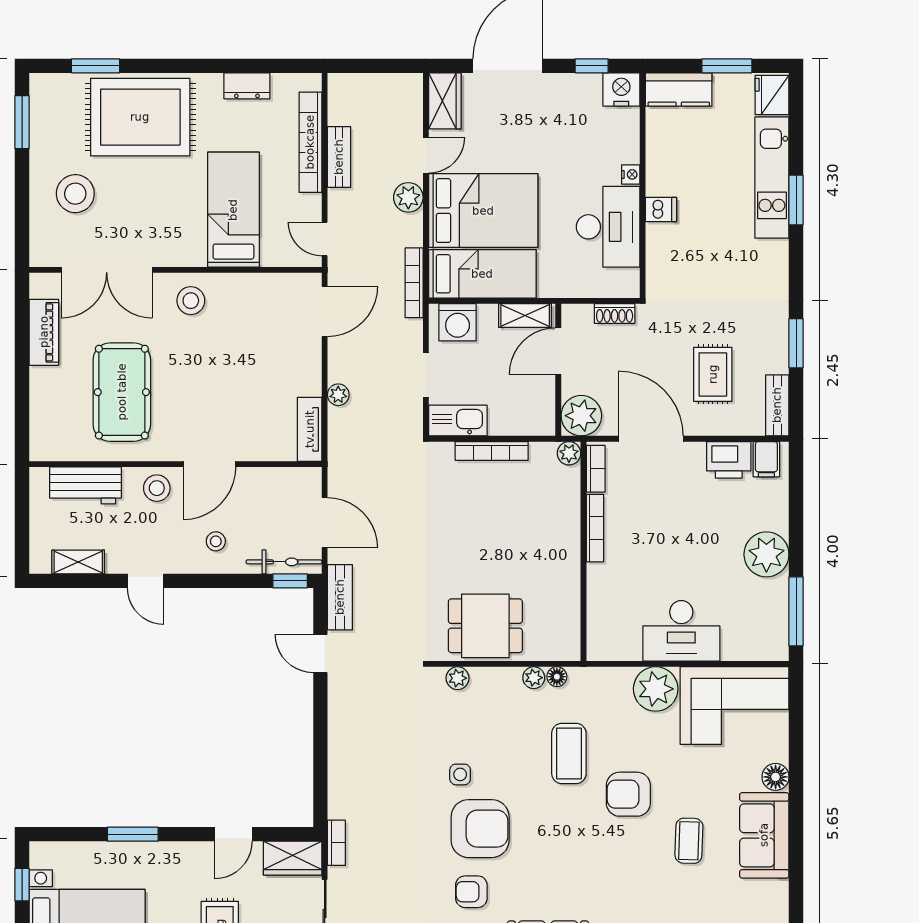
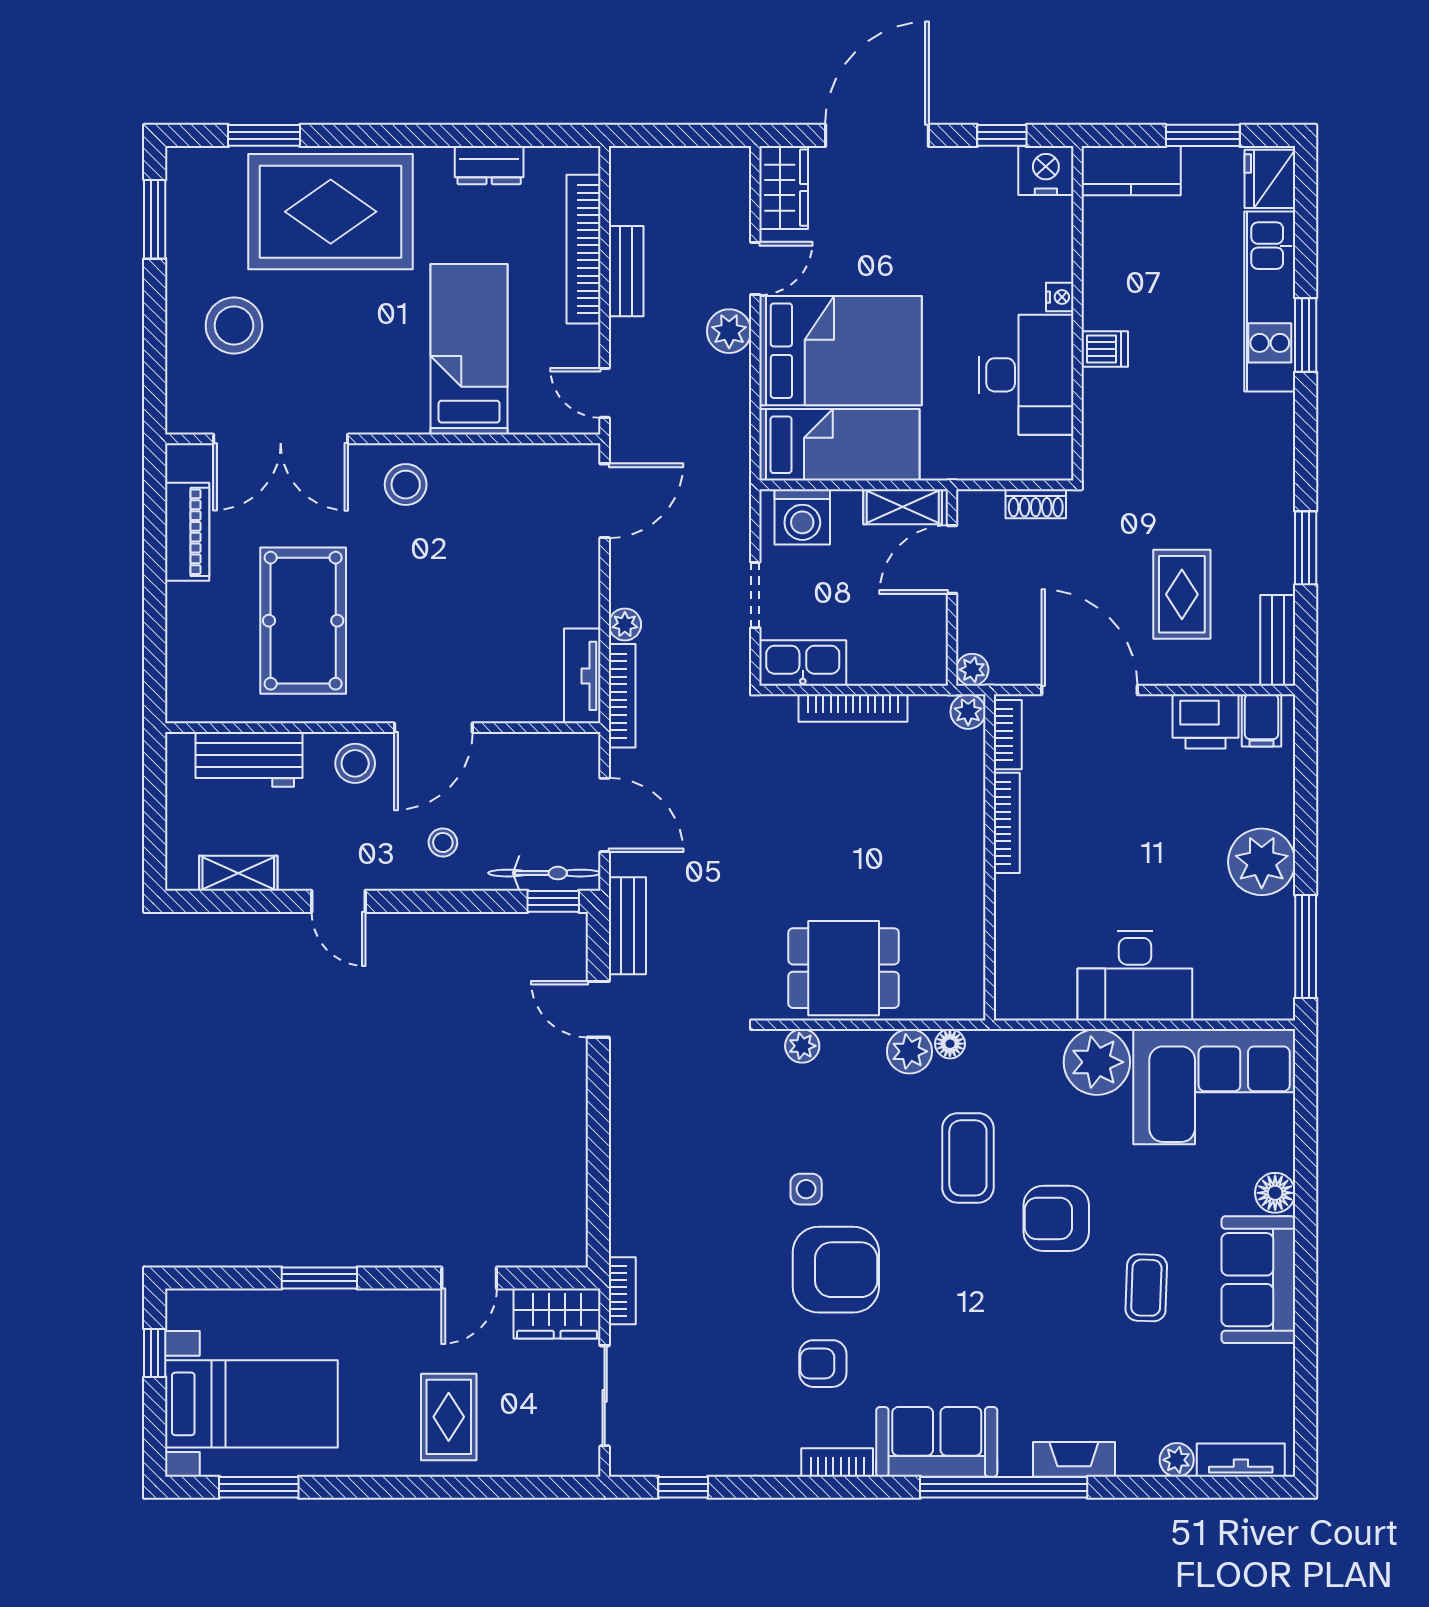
bookcase: (414, 283) -> (622, 696), moved, turned 180
plant: (581, 416) -> (972, 670), width x0.53, depth x0.53
plant: (534, 678) -> (909, 1051), width x1.38, depth x1.38

